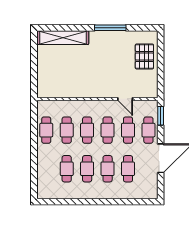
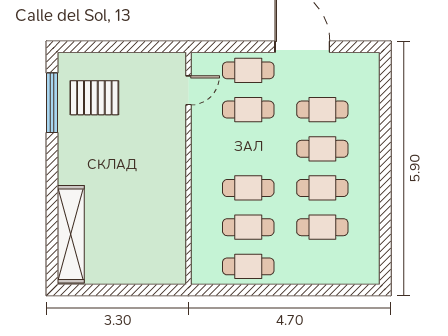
window: (110, 28) -> (52, 103), moved
pallet: (144, 56) -> (94, 98), moved
door: (125, 99) -> (189, 90), moved
window: (161, 116) -> (221, 47), removed
cafe table: (108, 130) -> (248, 149), removed

